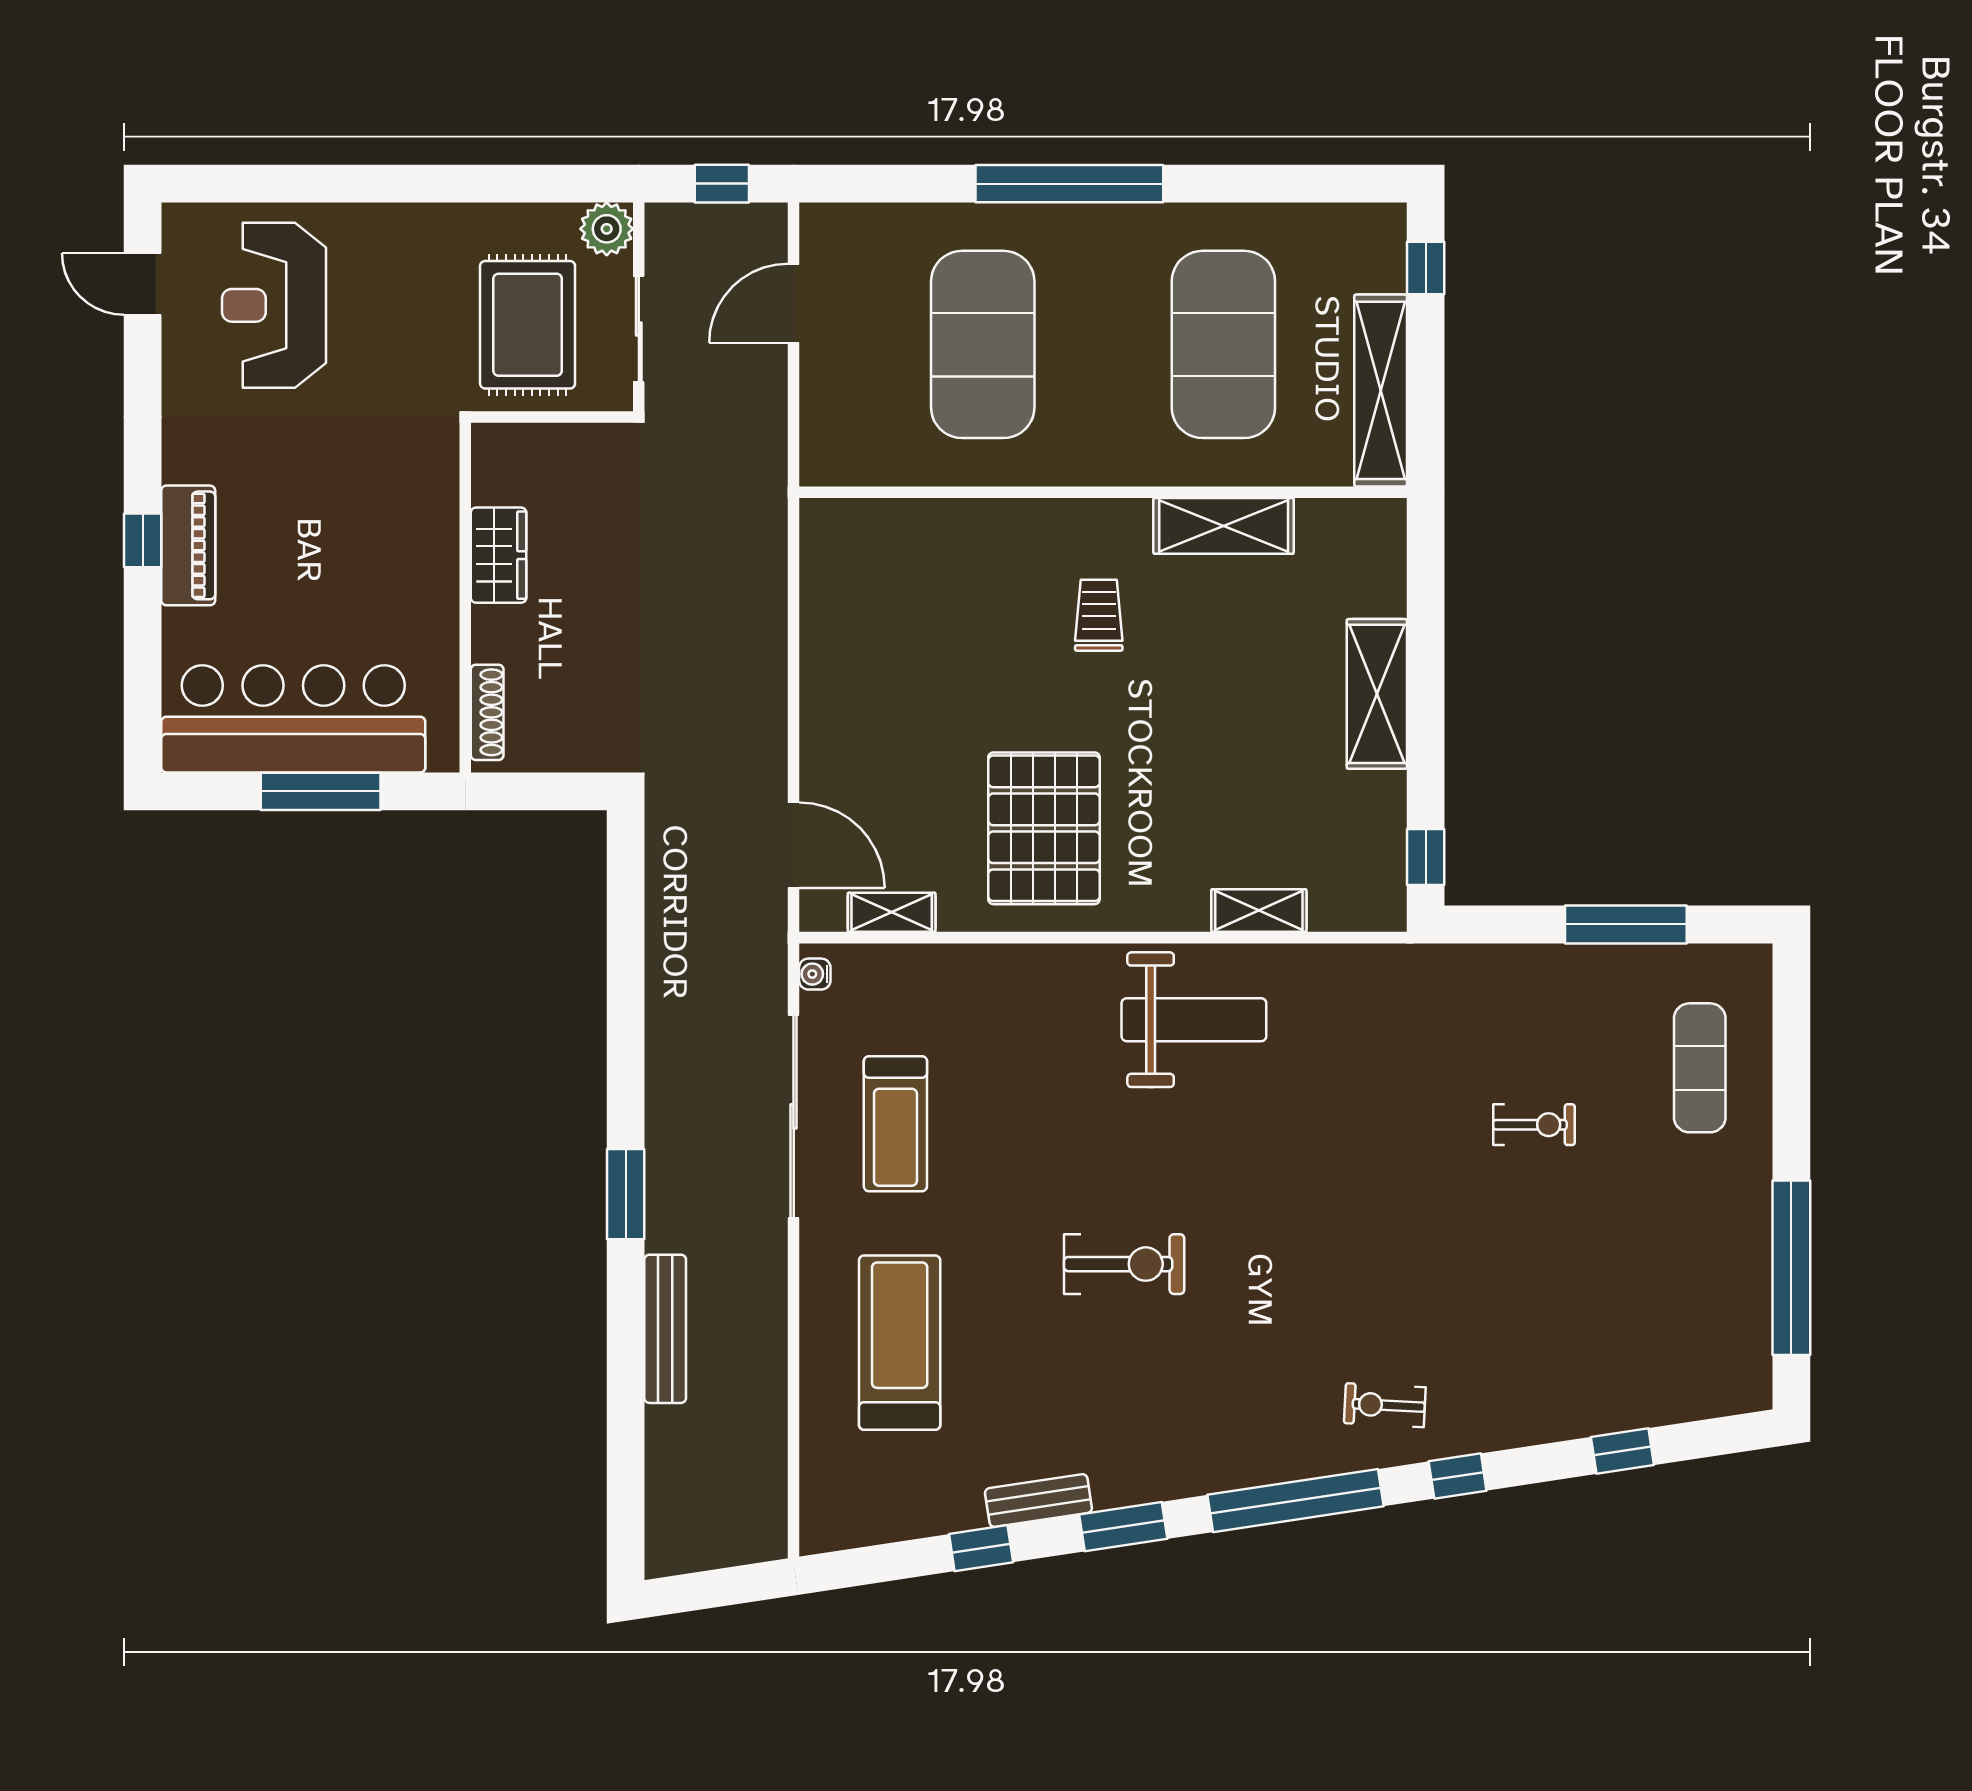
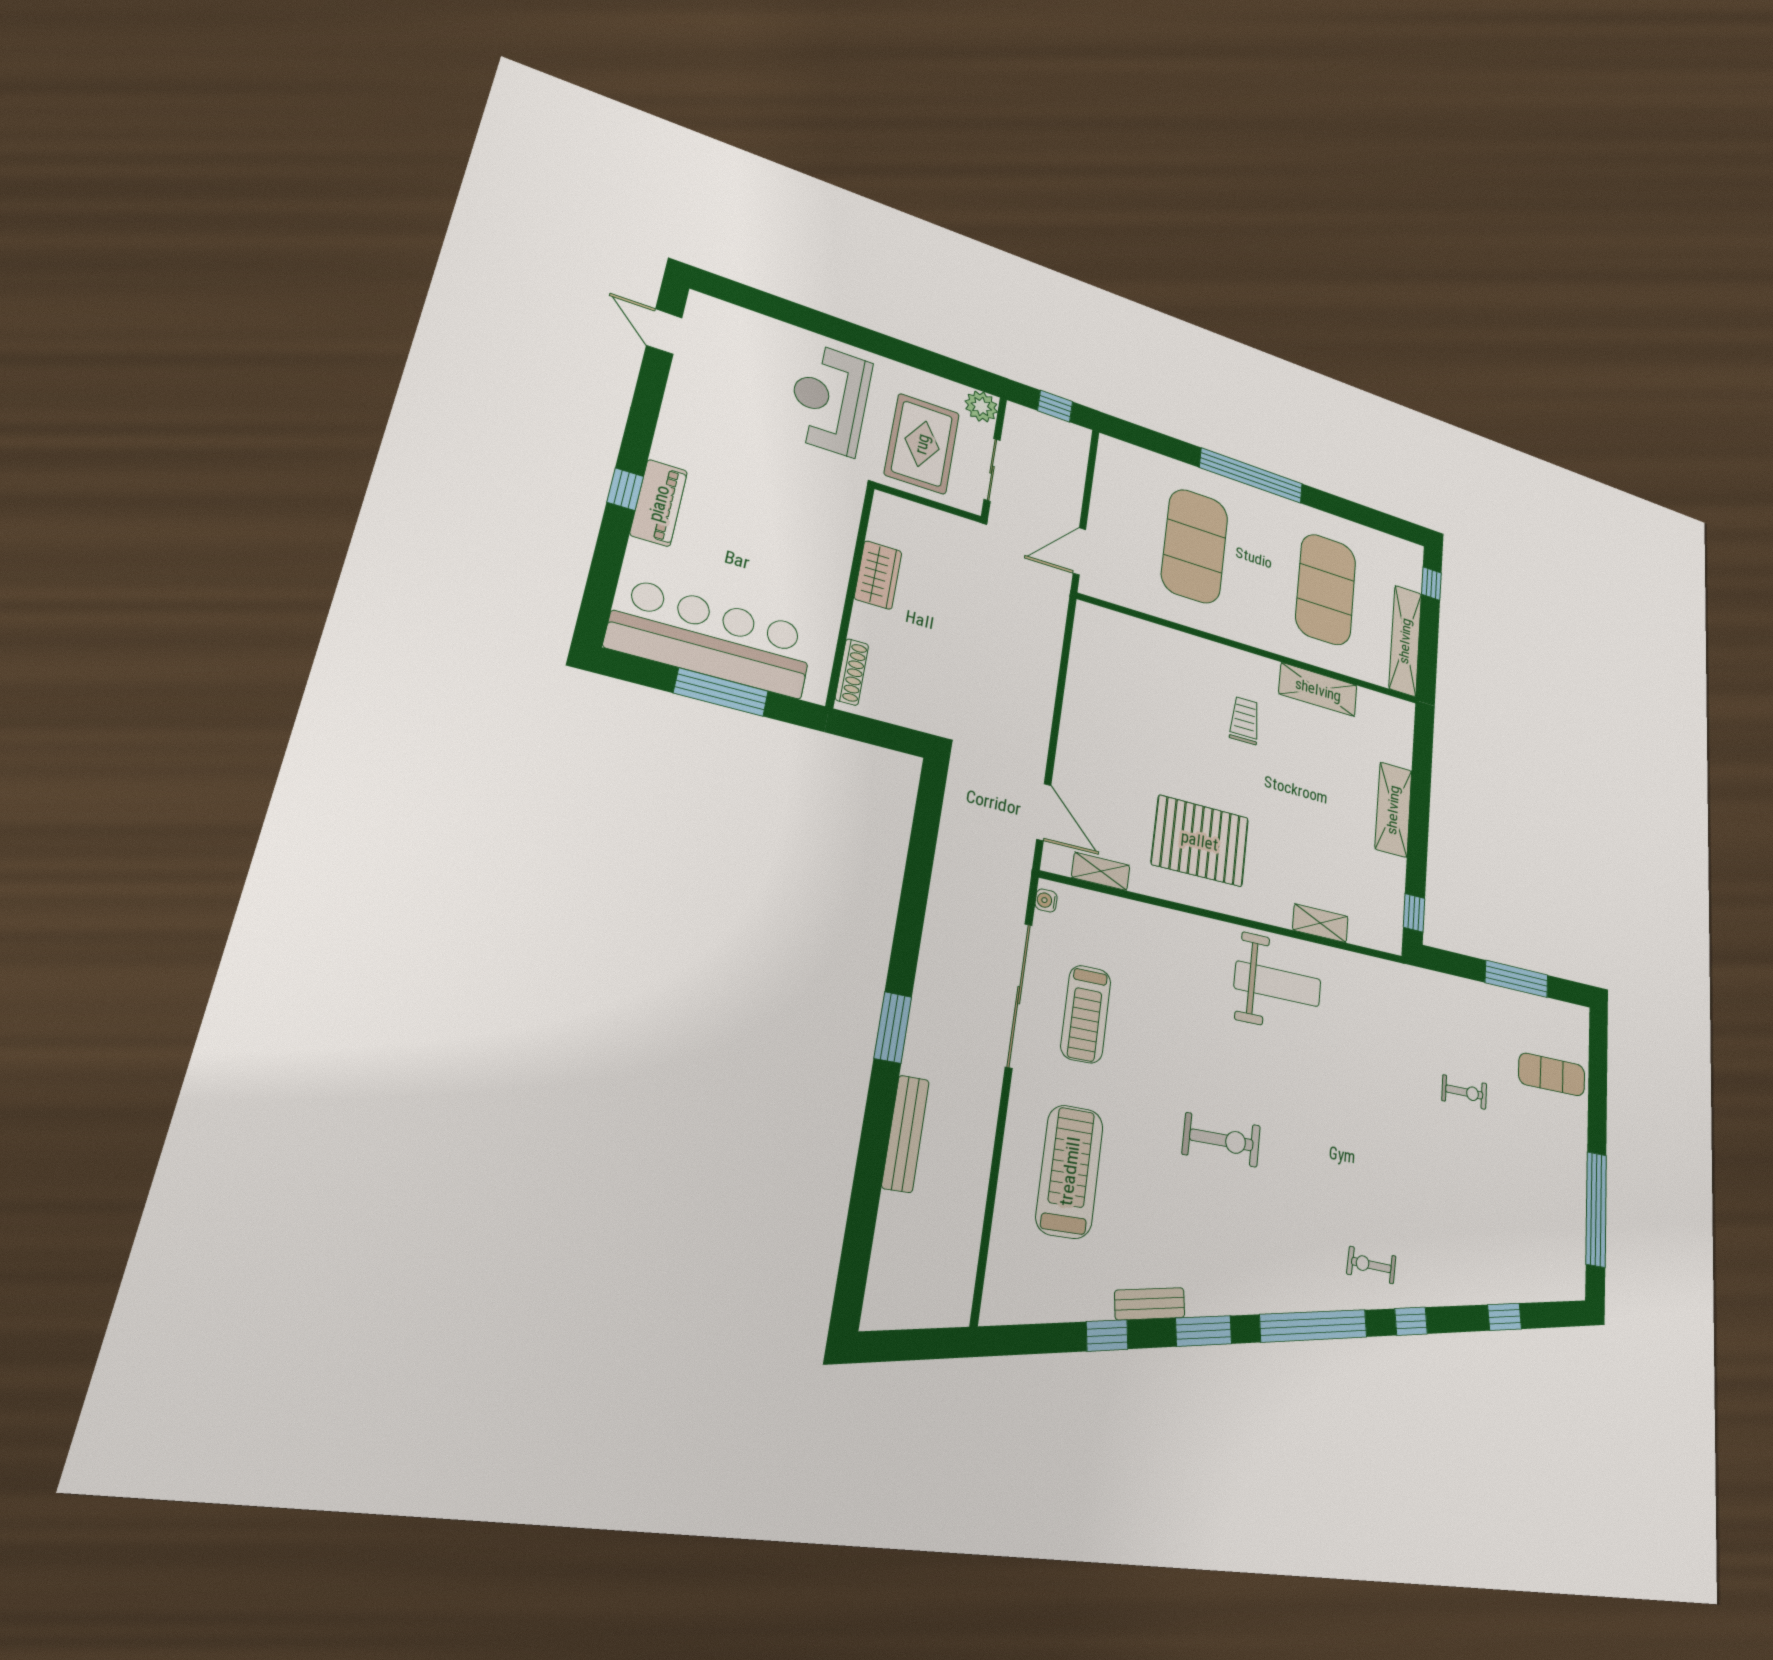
door: (794, 303) -> (1079, 551), moved
reception desk: (274, 305) -> (830, 399), moved
pallet: (1044, 828) -> (1200, 841), turned 90
exercise mat: (1700, 1068) -> (1552, 1074), turned 90

